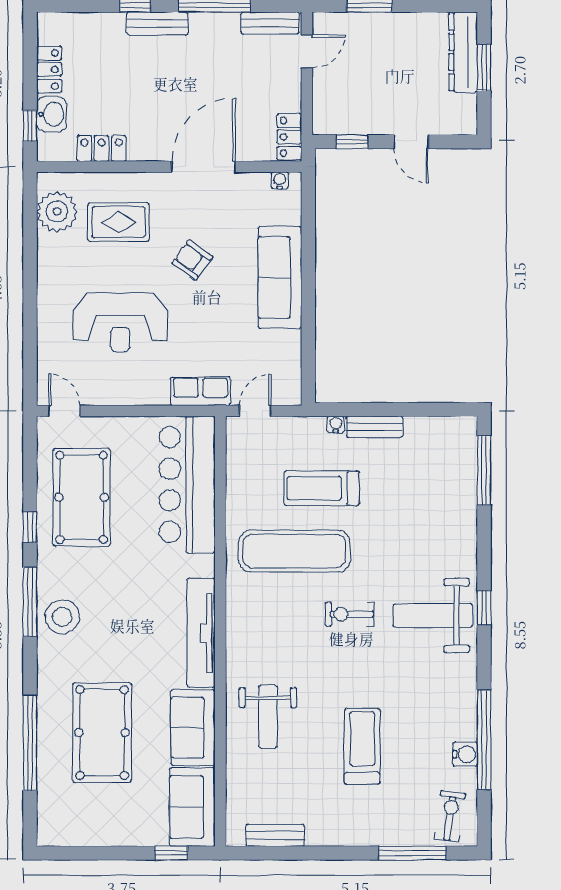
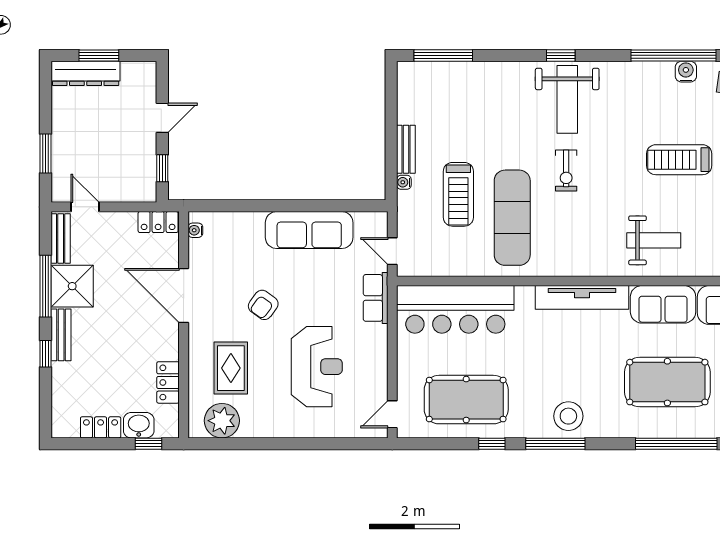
shower: (214, 36) -> (72, 286), added
sofa: (280, 277) -> (309, 230), moved

